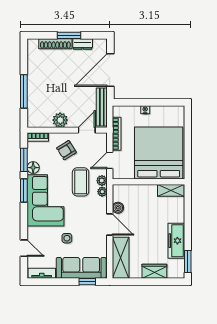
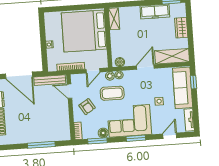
plant: (60, 120) -> (63, 114), removed
door: (110, 160) -> (93, 71), hinge flipped
window: (24, 190) -> (136, 138), moved
boiler: (118, 208) -> (120, 62), moved

